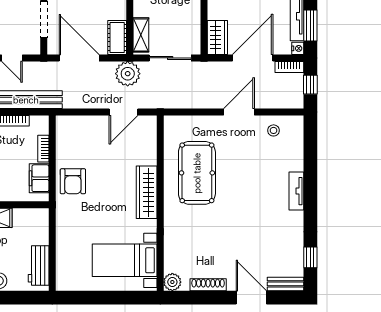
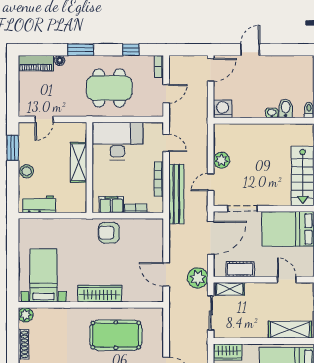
cot: (117, 37) -> (240, 269), moved

